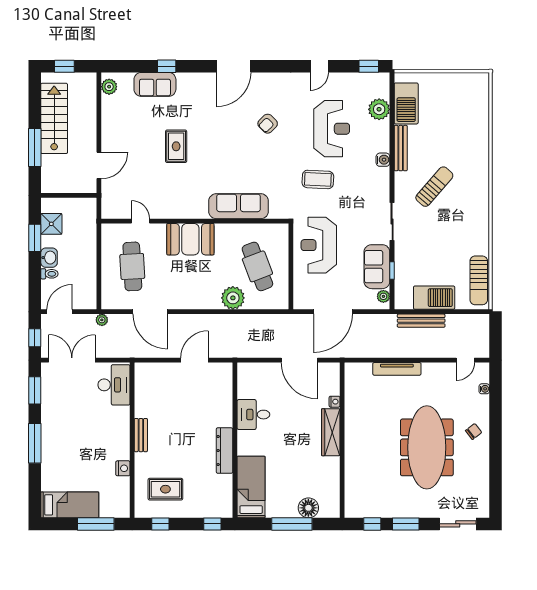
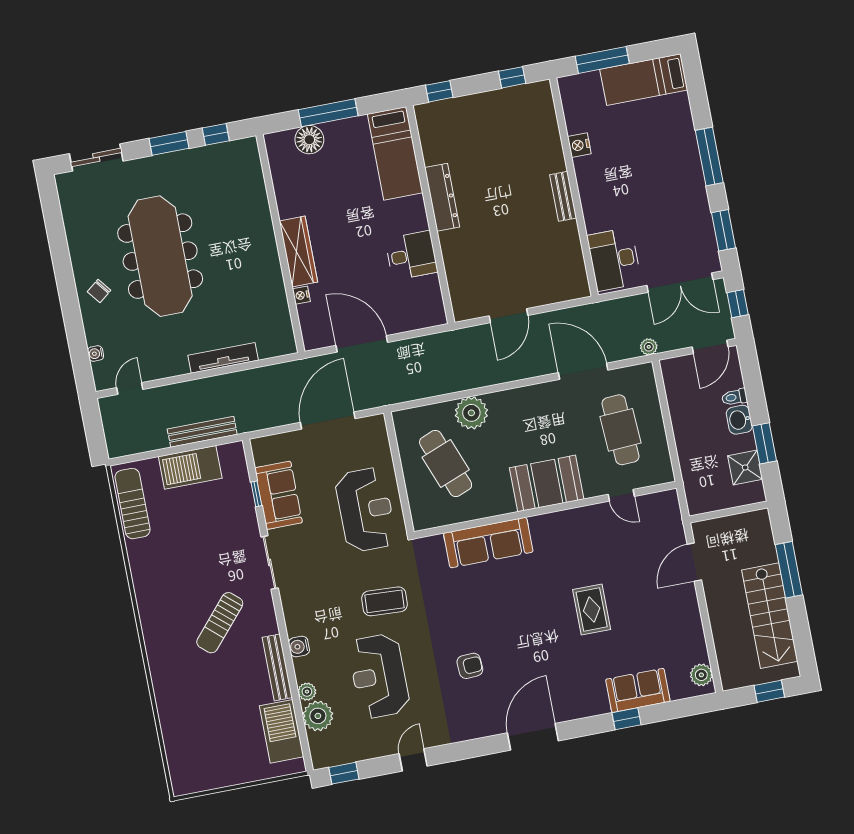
armchair: (268, 124) -> (470, 666), turned 42
plant: (383, 296) -> (307, 692), moved
rug: (165, 489) -> (514, 127), removed

